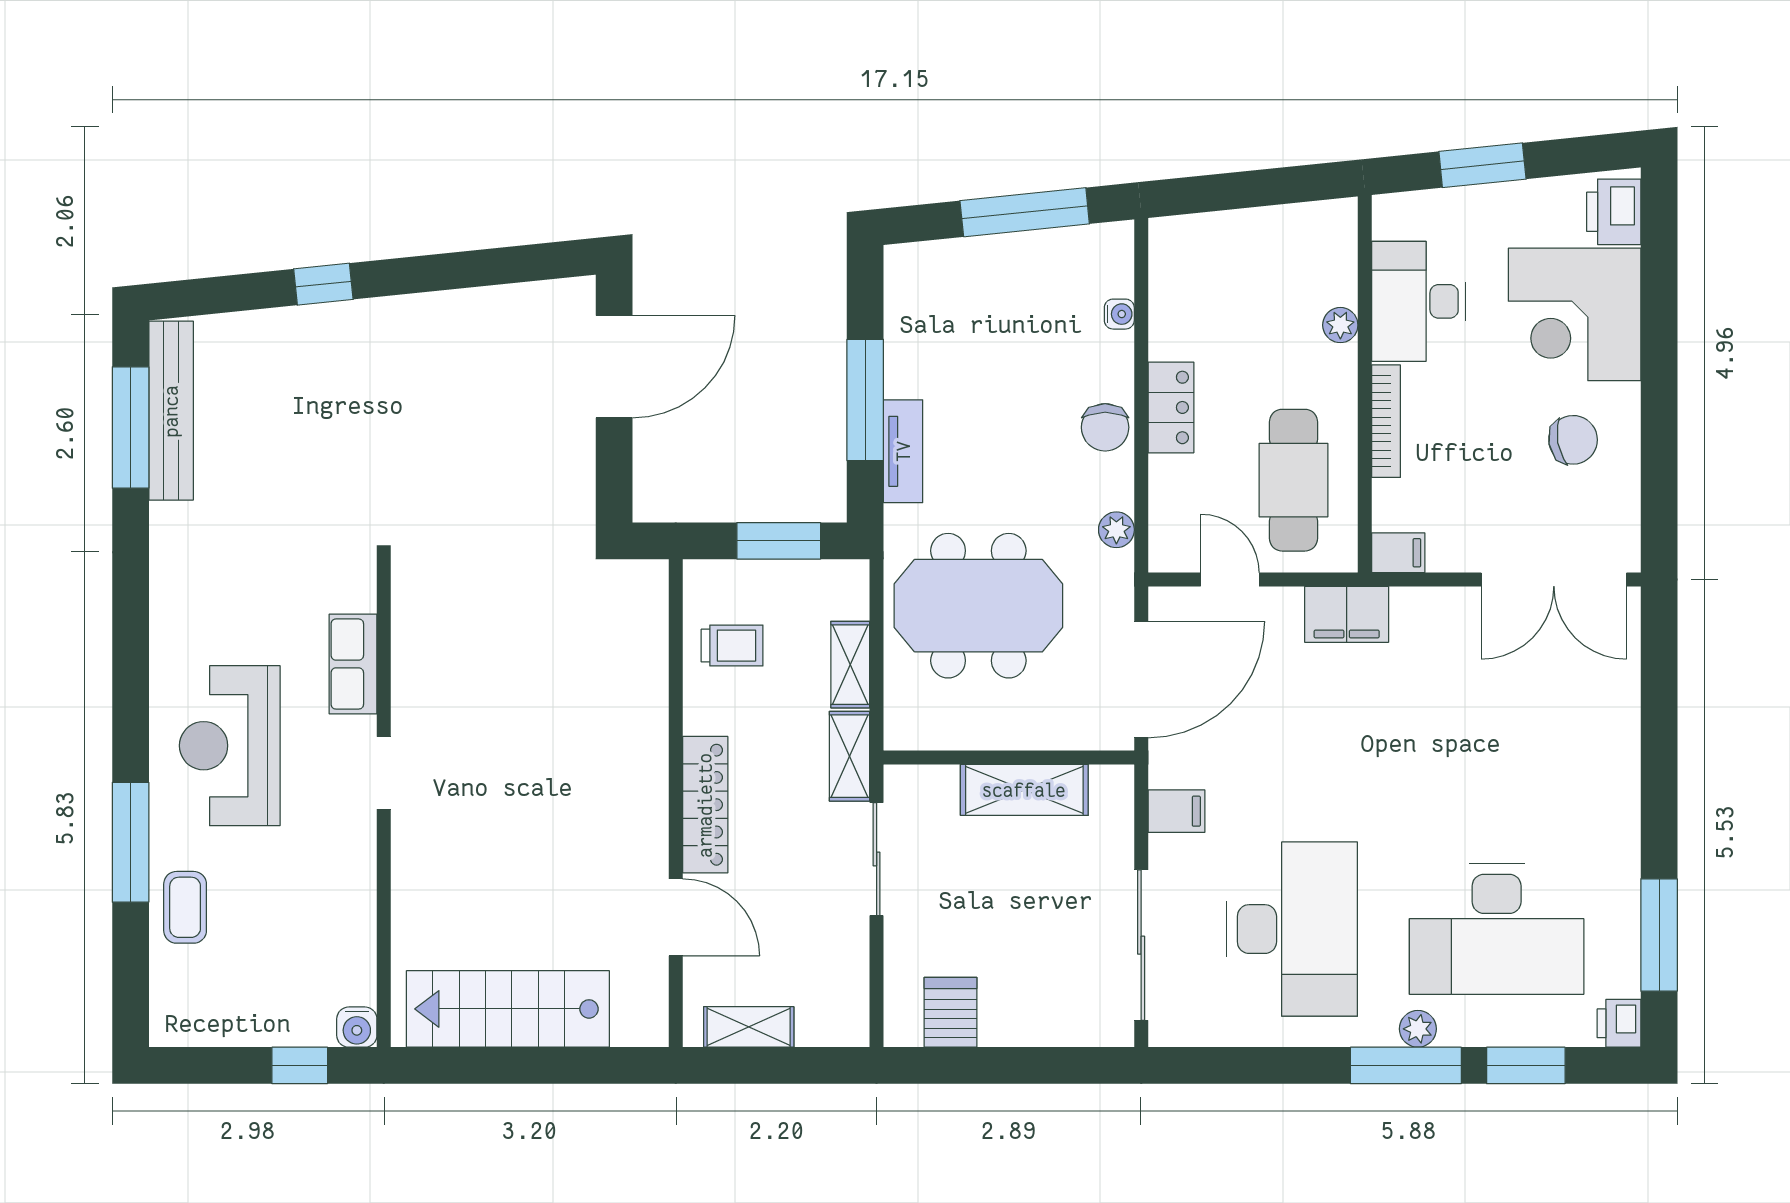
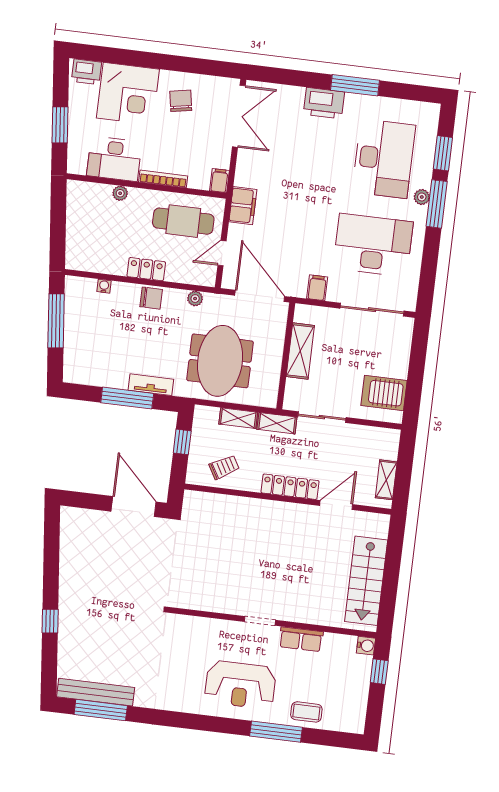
door: (614, 367) -> (134, 507), moved
window: (779, 541) -> (182, 442), width x0.67
trolley: (732, 646) -> (224, 467), turned 60
row of seats: (353, 664) -> (301, 639), moved
window: (1659, 935) -> (355, 85), moved
server rack: (950, 1012) -> (384, 393), width x1.36, depth x1.44
printer: (1619, 1023) -> (324, 103), moved, width x1.87, depth x1.48

